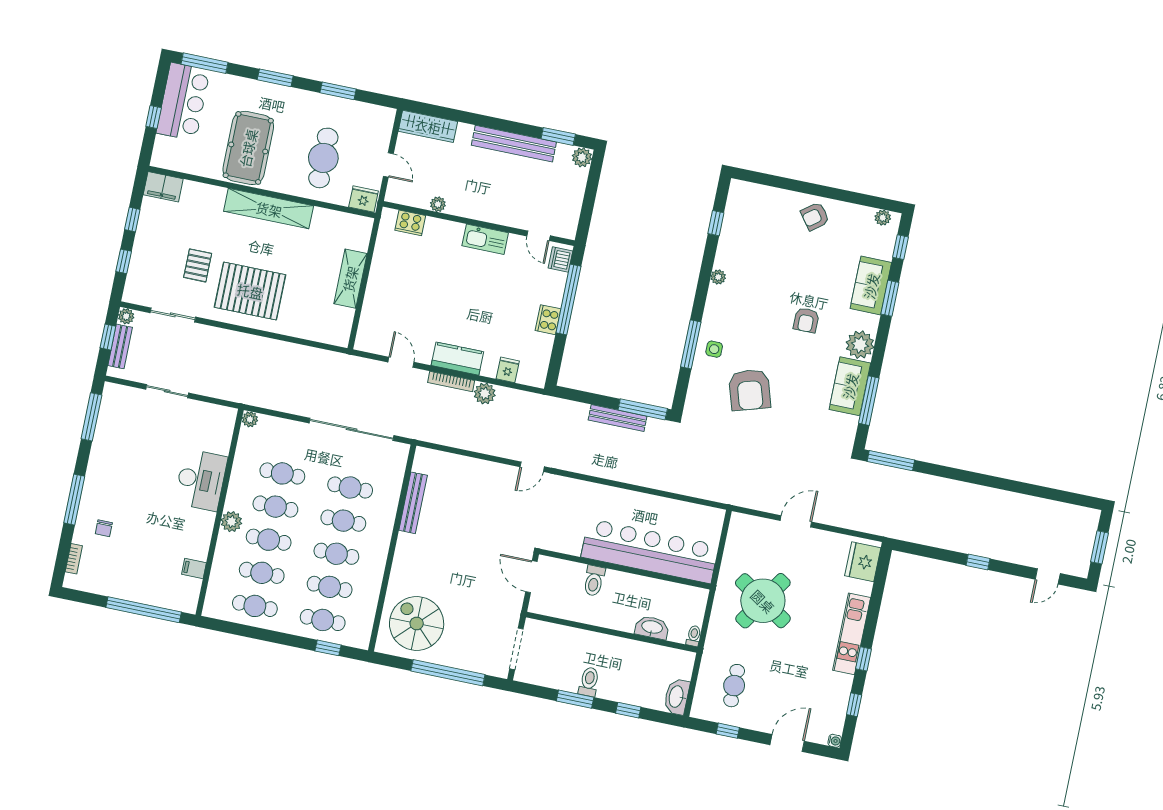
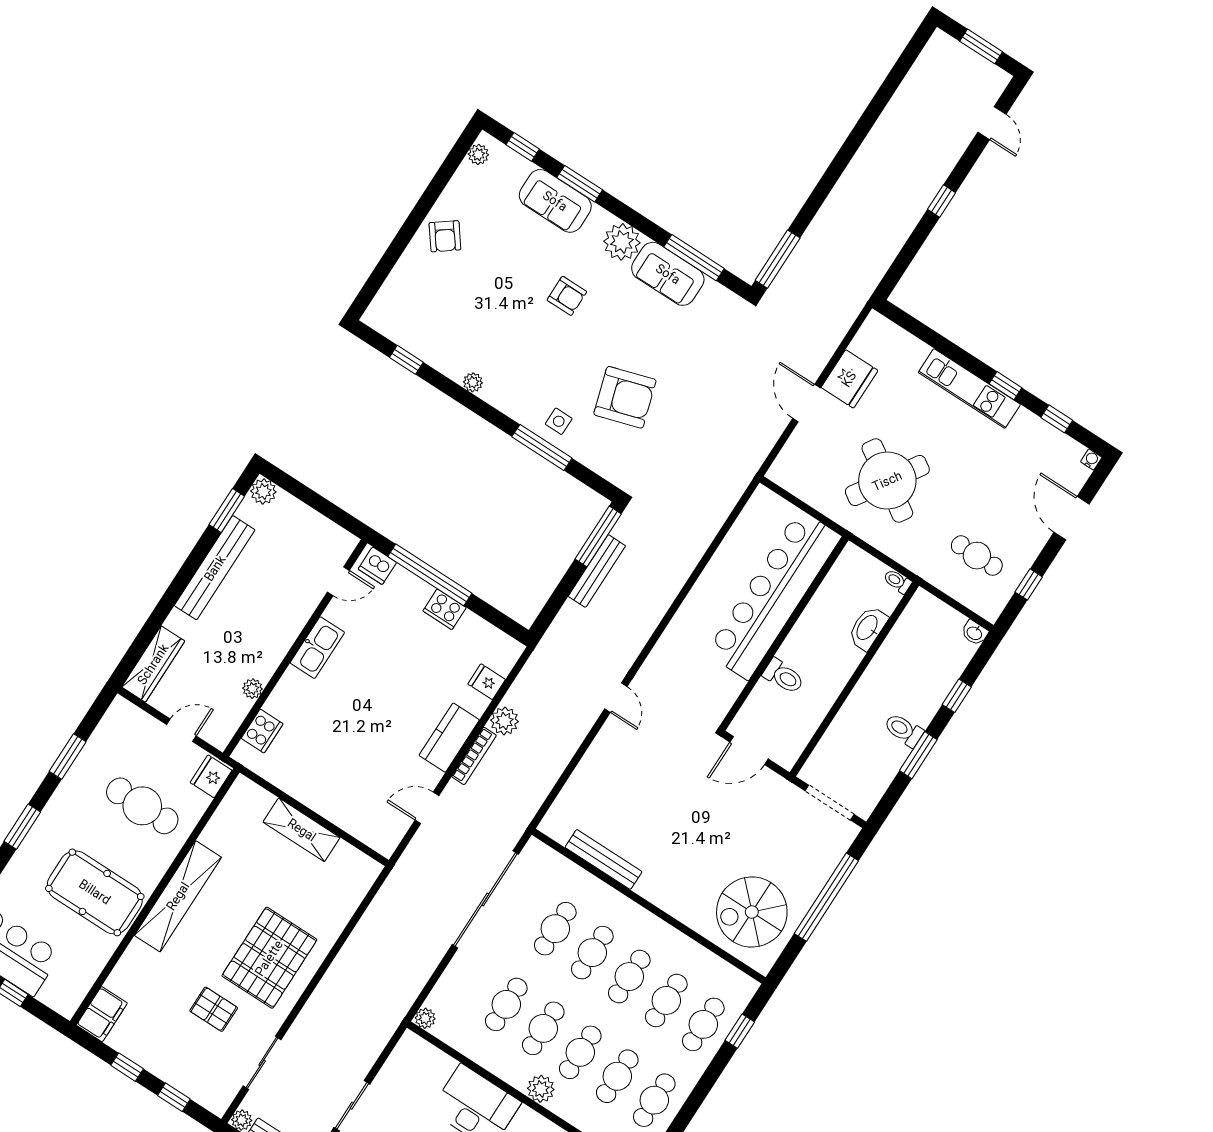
fridge: (863, 562) -> (849, 379), moved, turned -90
washbasin: (677, 697) -> (975, 633), width x0.52, depth x0.69

